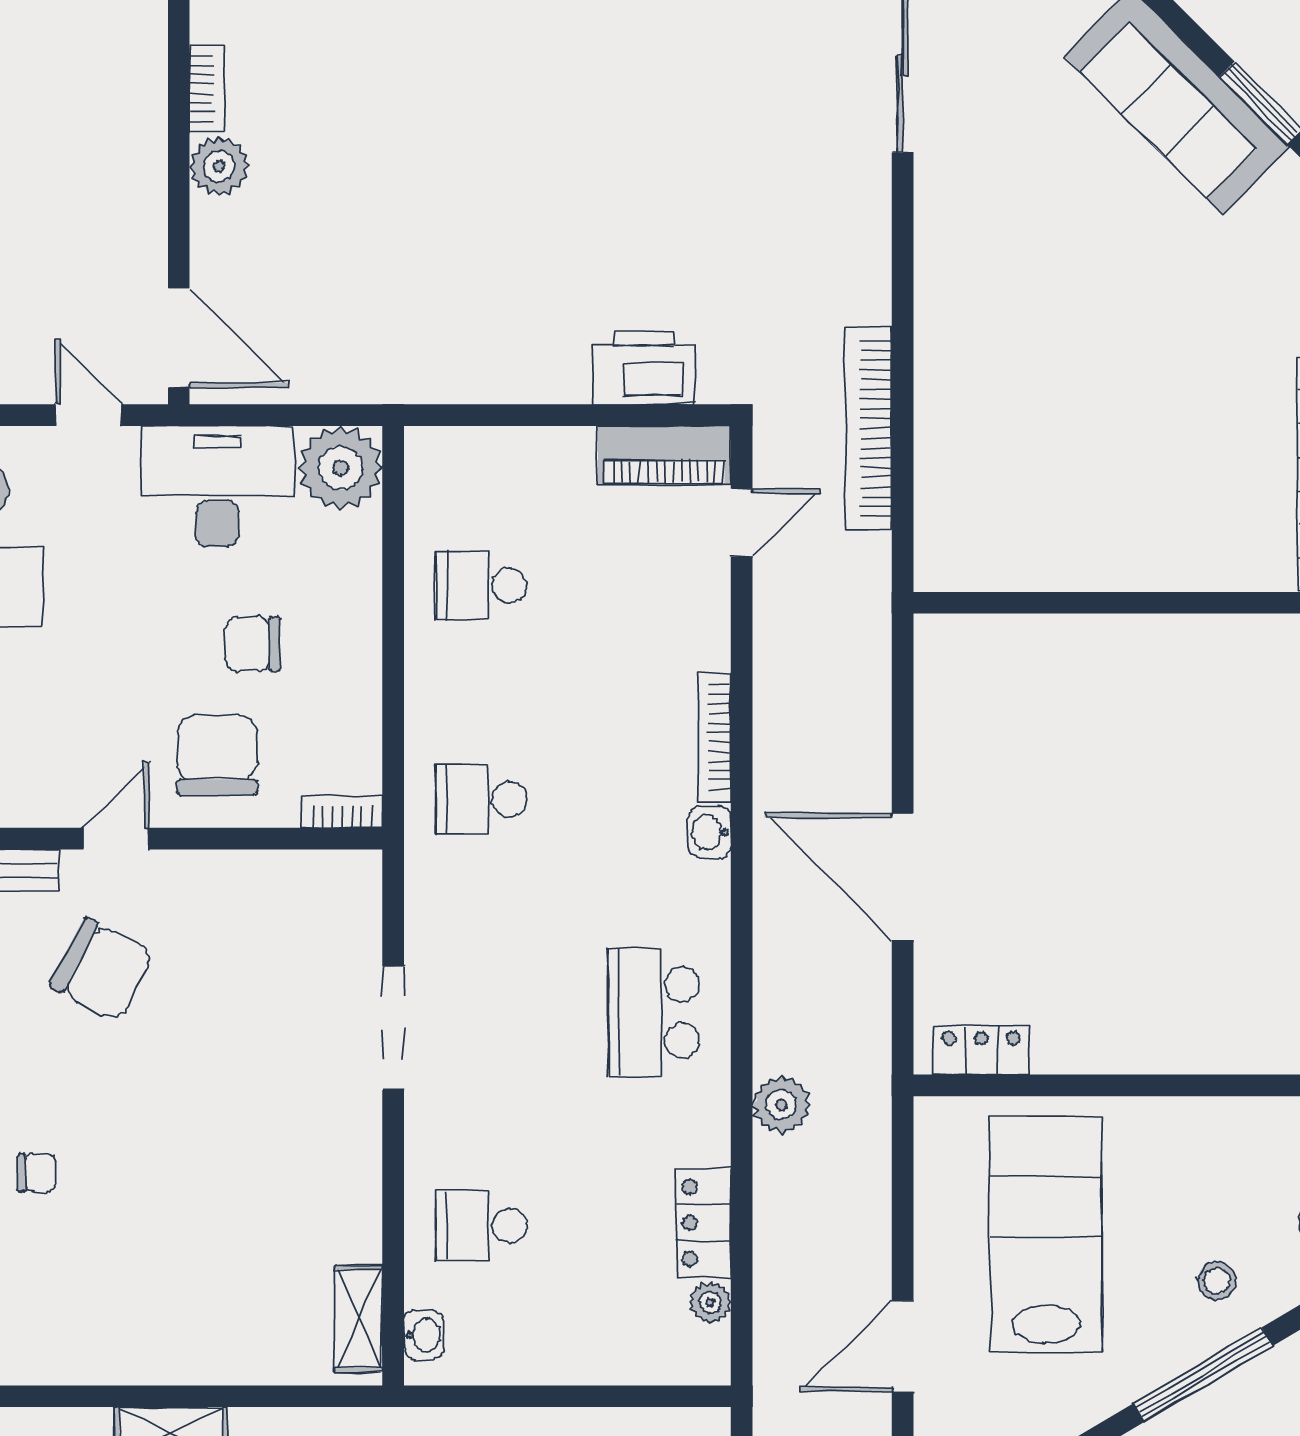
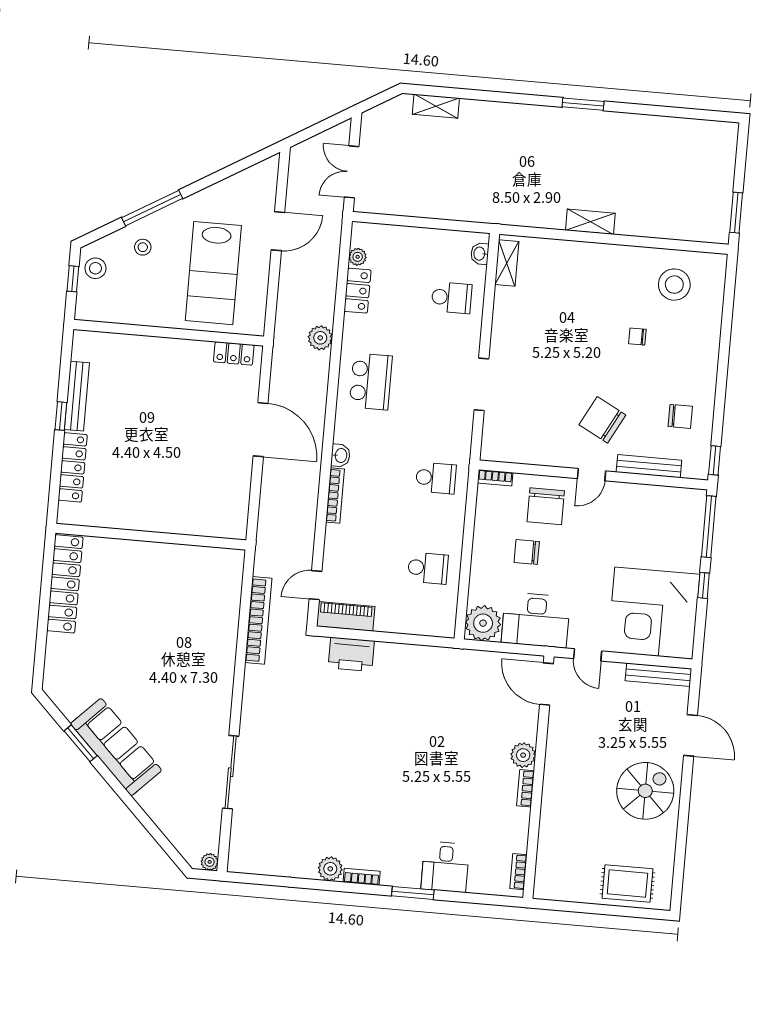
chair: (253, 644) -> (527, 552), turned 180

